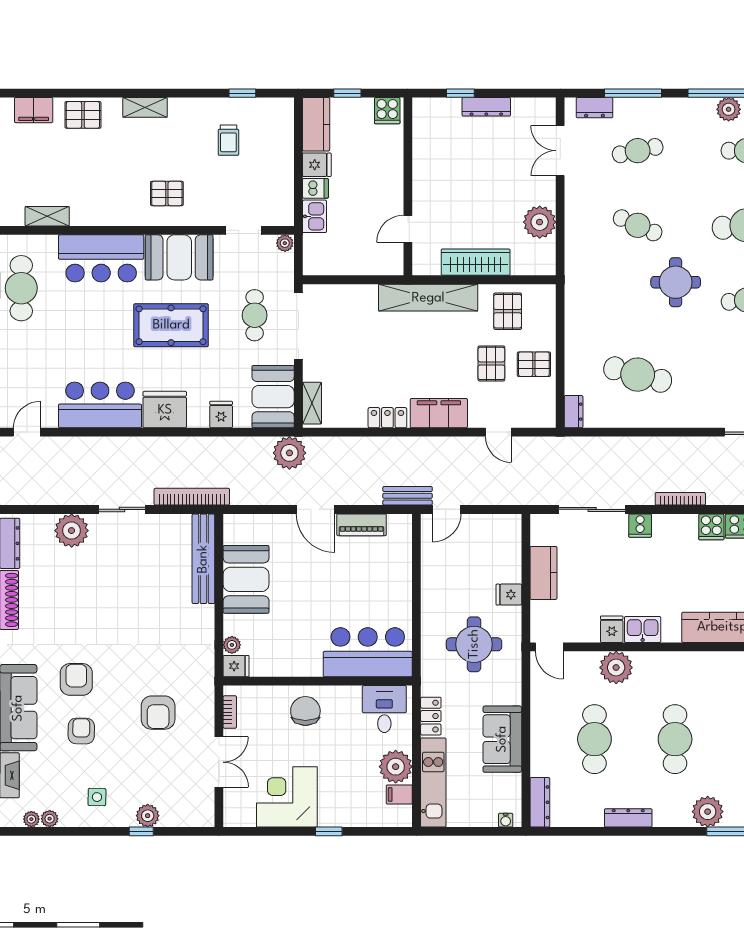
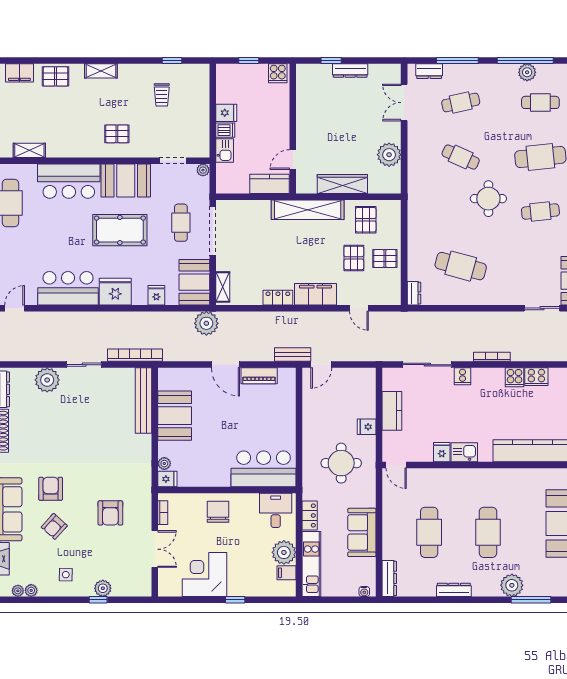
kitchen counter: (316, 124) -> (270, 184), moved, turned -90
plant: (616, 668) -> (445, 480), removed
armchair: (81, 731) -> (54, 526), turned -139

